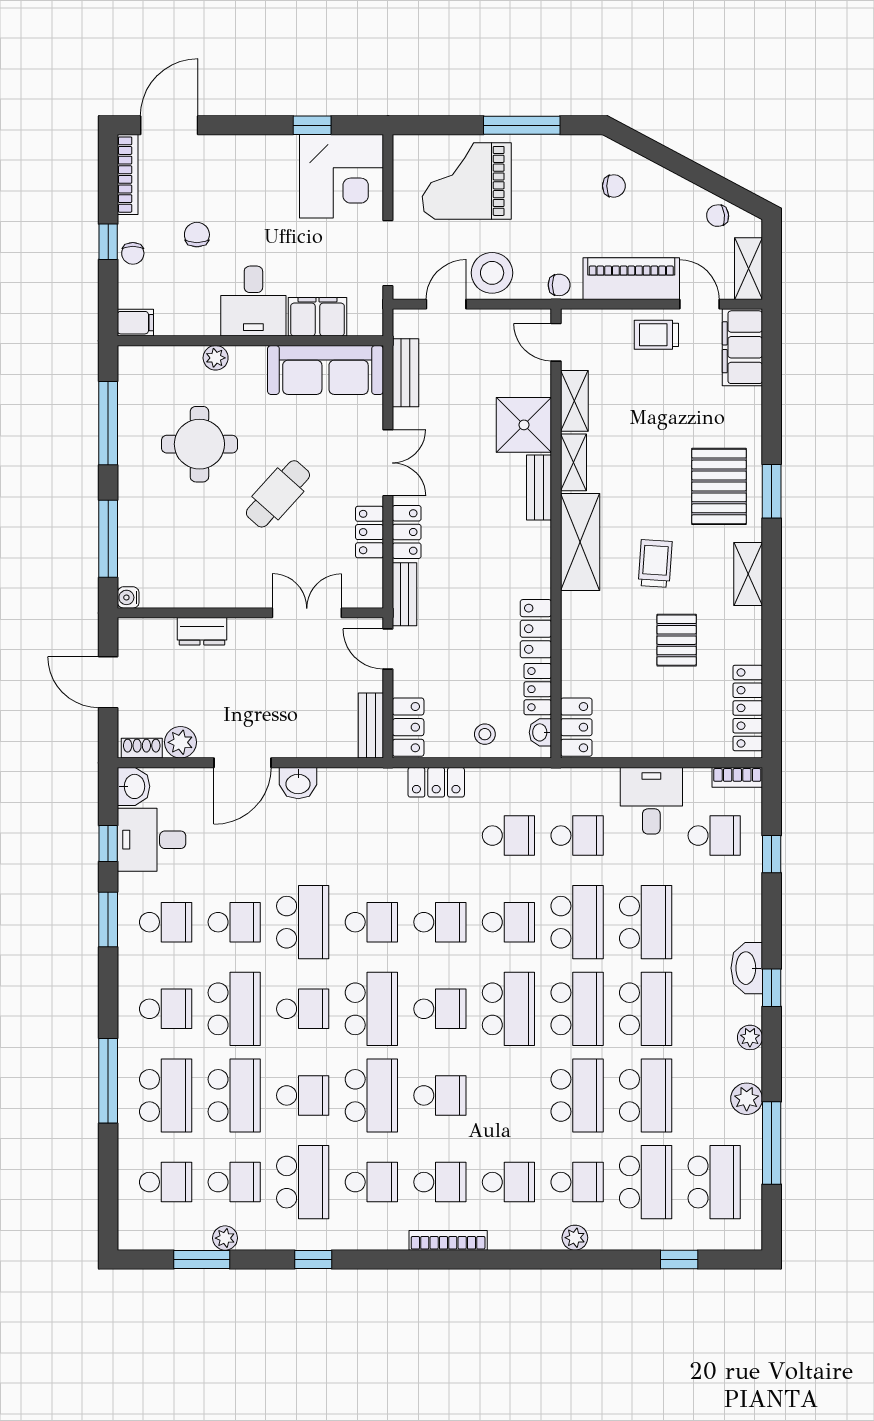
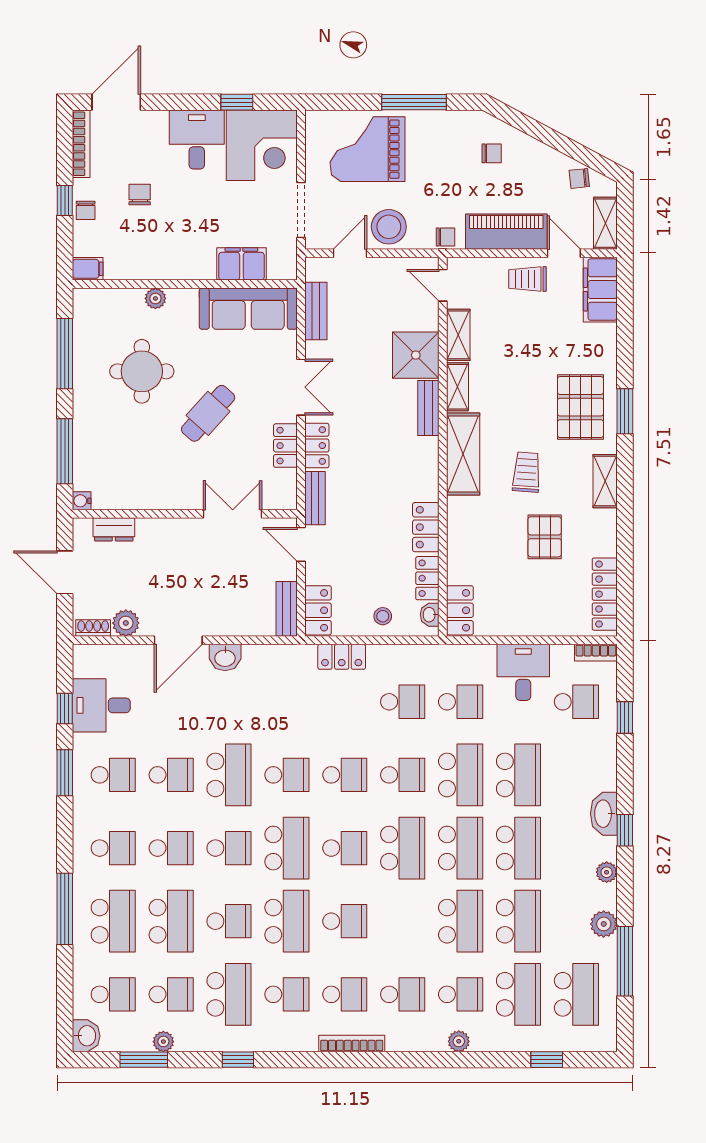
desk: (253, 301) -> (197, 140), moved, turned 180
dresser: (202, 631) -> (114, 529), moved
washbasin: (134, 786) -> (86, 1036), moved
school desk: (234, 1009) -> (171, 848), width x0.54

